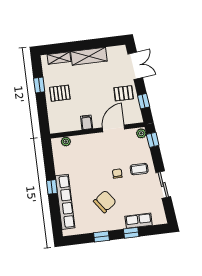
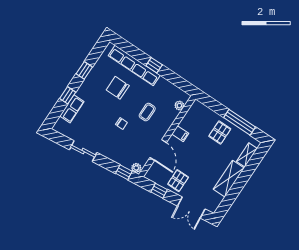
window: (39, 85) -> (240, 122), width x2.17
coffee table: (139, 169) -> (147, 112), moved
chair: (105, 202) -> (118, 88), moved, turned 126

